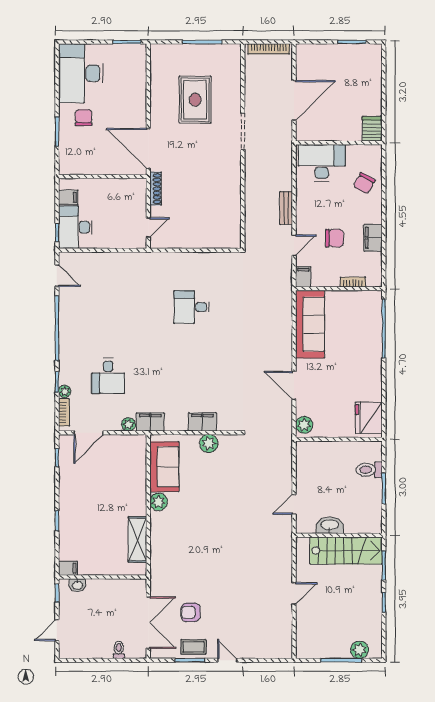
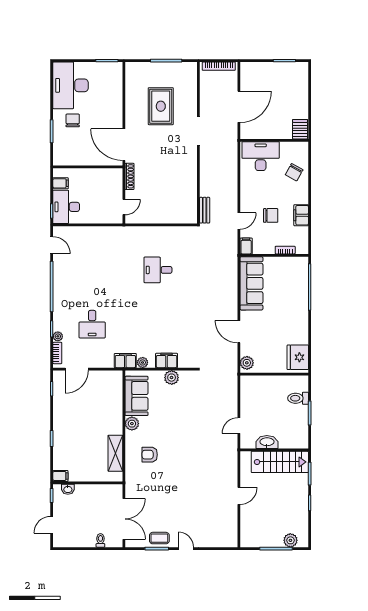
bench: (286, 208) -> (205, 210), moved
plant: (128, 424) -> (143, 362), moved
armchair: (191, 612) -> (150, 455), moved

